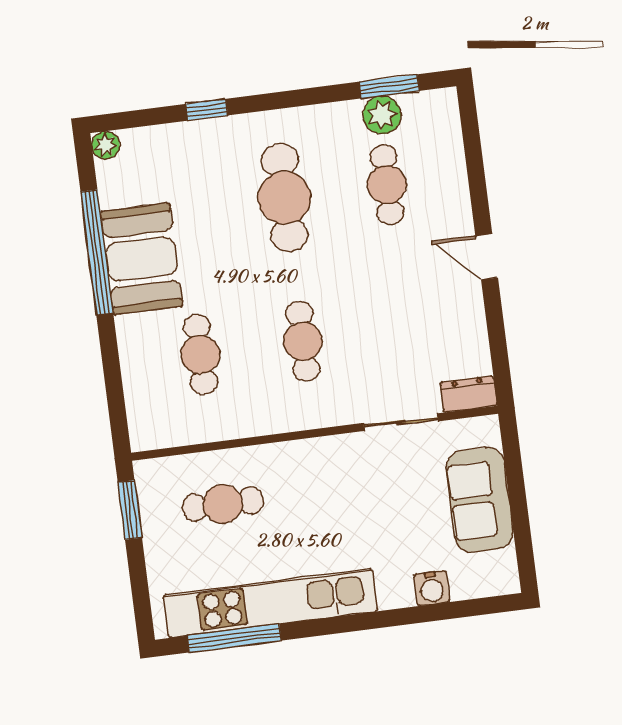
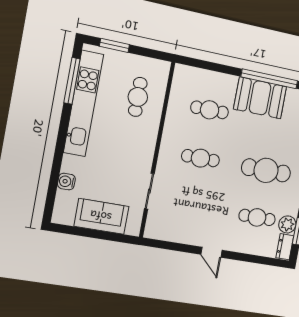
door: (487, 257) -> (211, 252), swing flipped
dresser: (468, 394) -> (285, 247), moved, turned 180
window: (130, 510) -> (114, 45), moved

